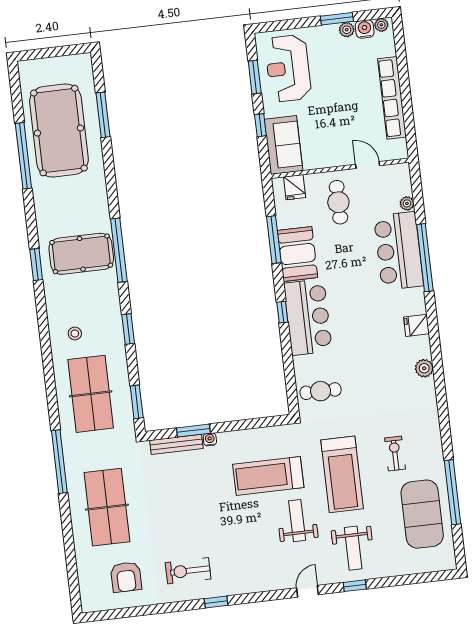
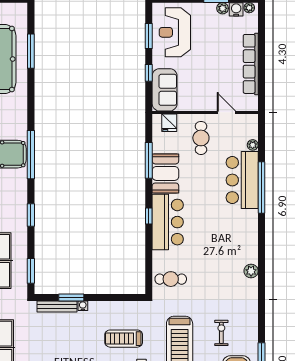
fridge: (416, 325) -> (249, 238), removed
treadmill: (268, 476) -> (124, 339), width x0.73, depth x0.73

